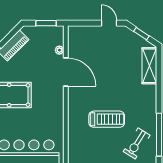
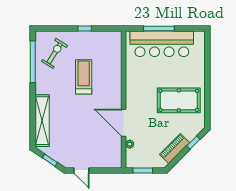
shelving: (149, 66) -> (42, 121), width x1.47
treadmill: (107, 119) -> (84, 77), turned 90

